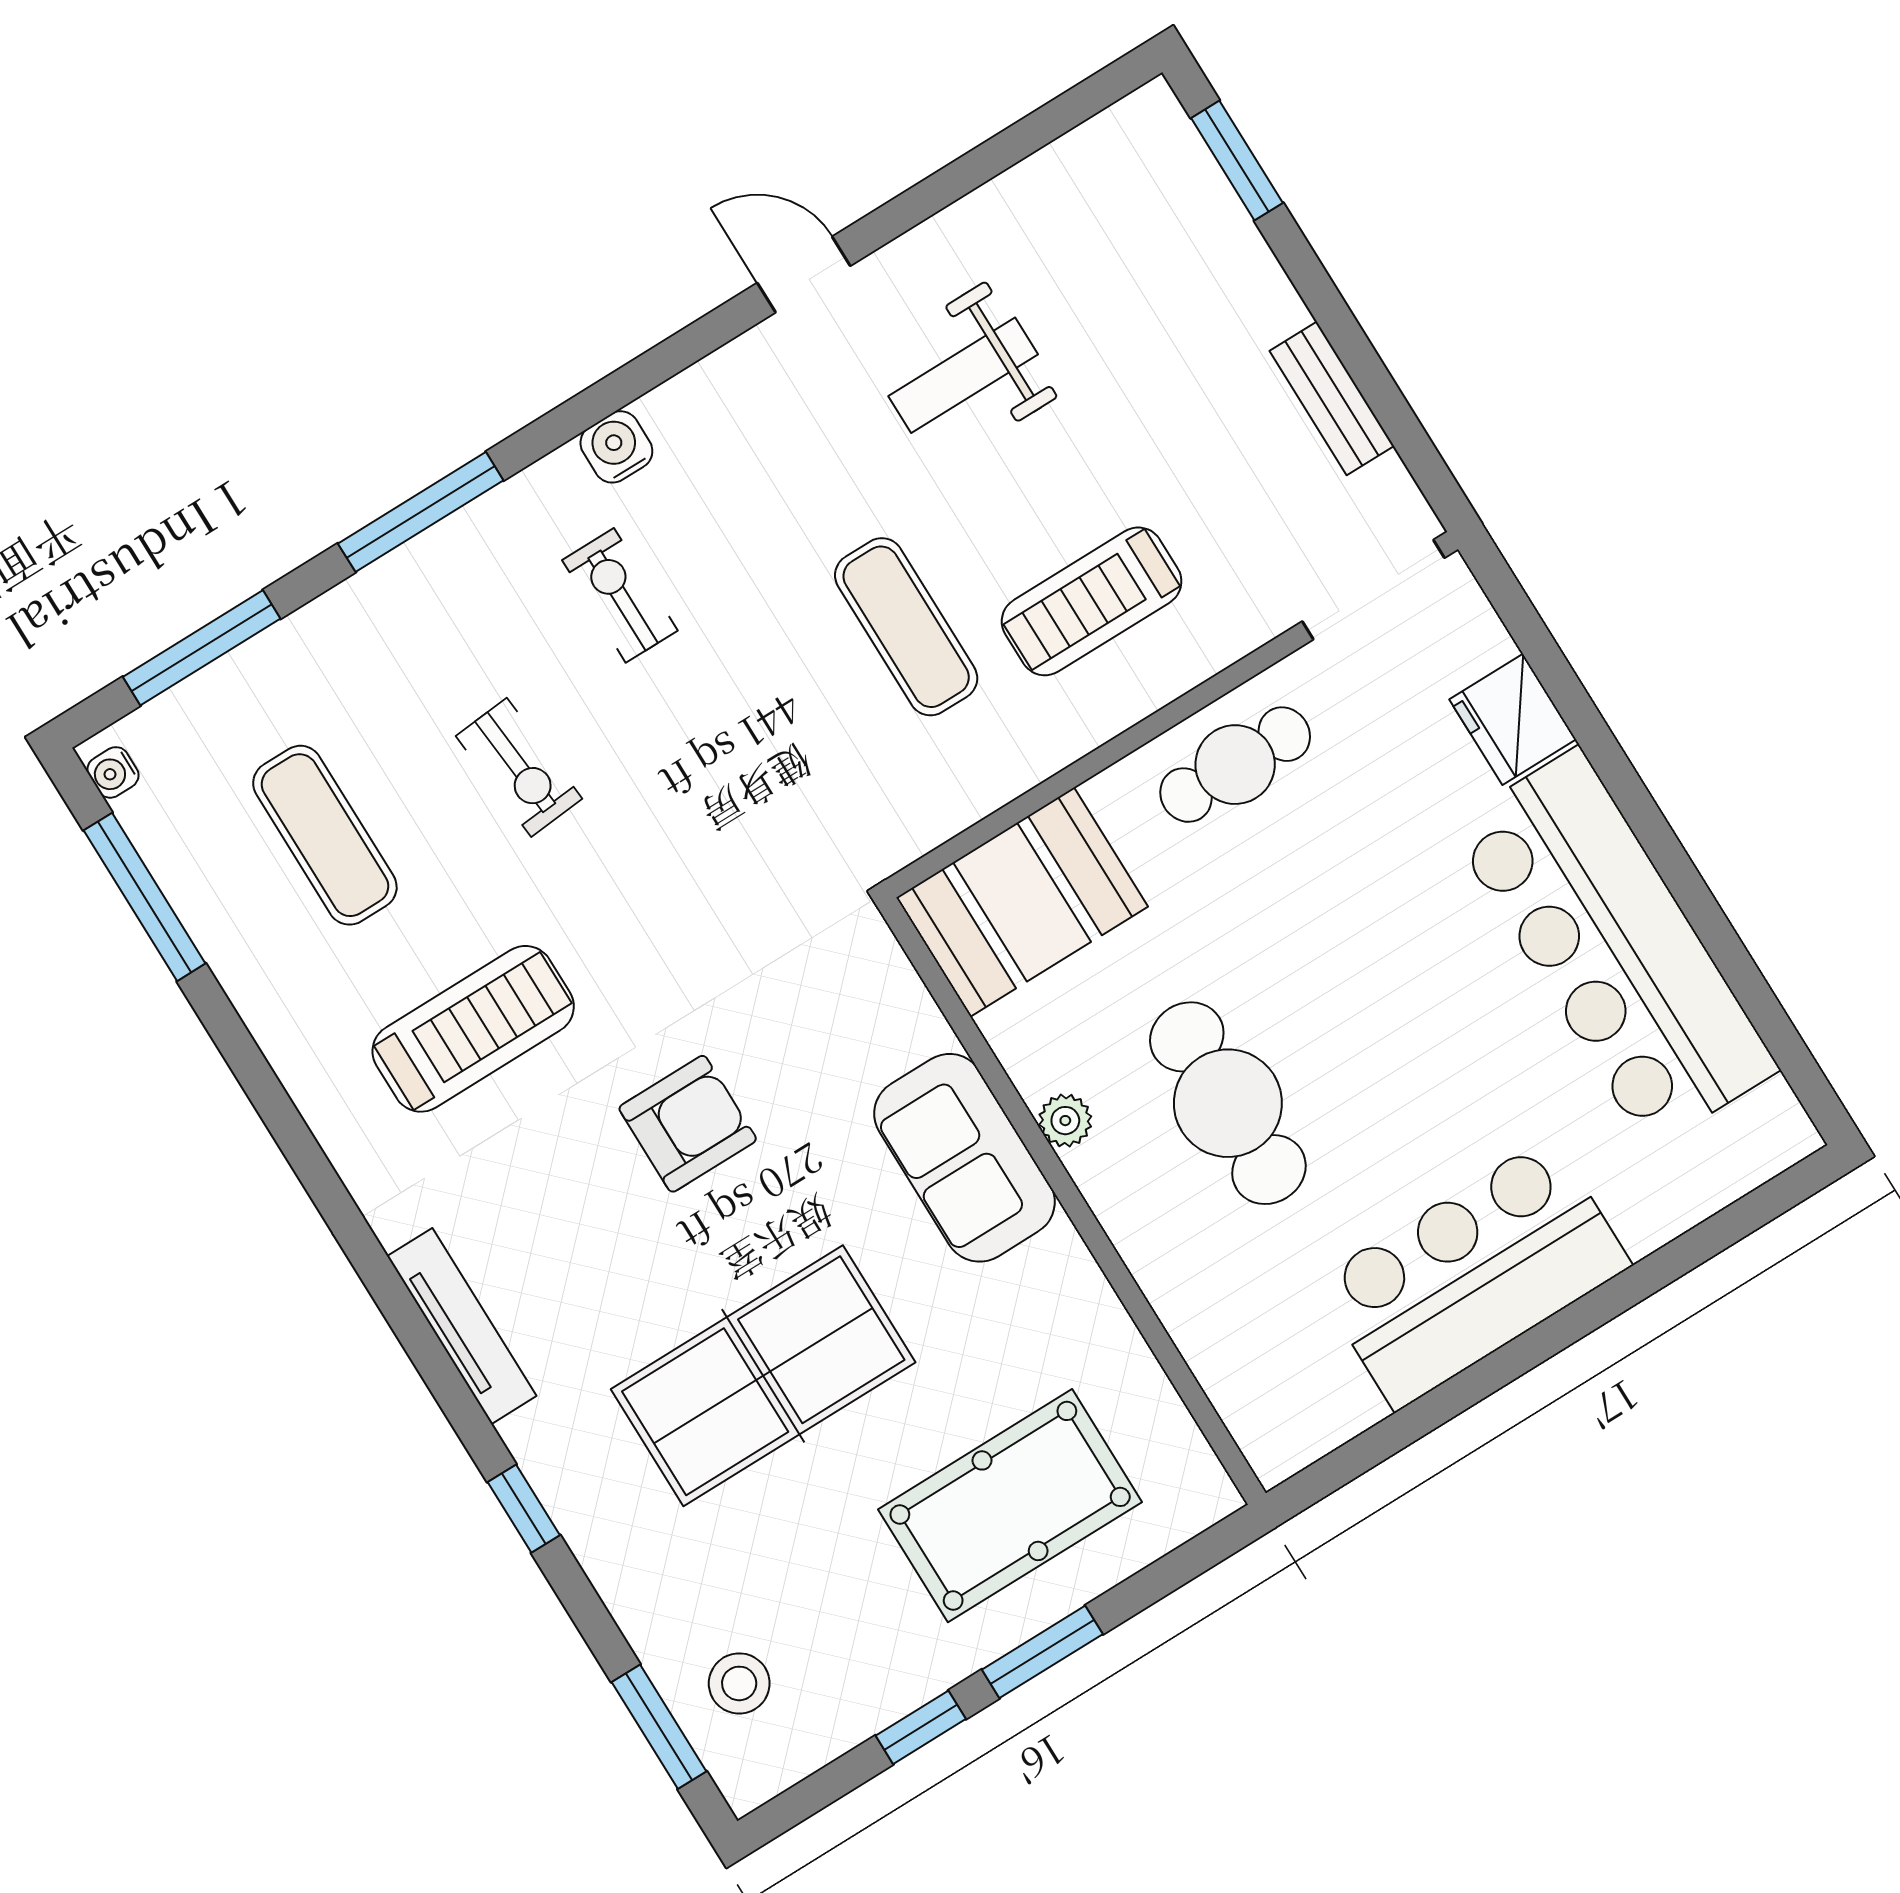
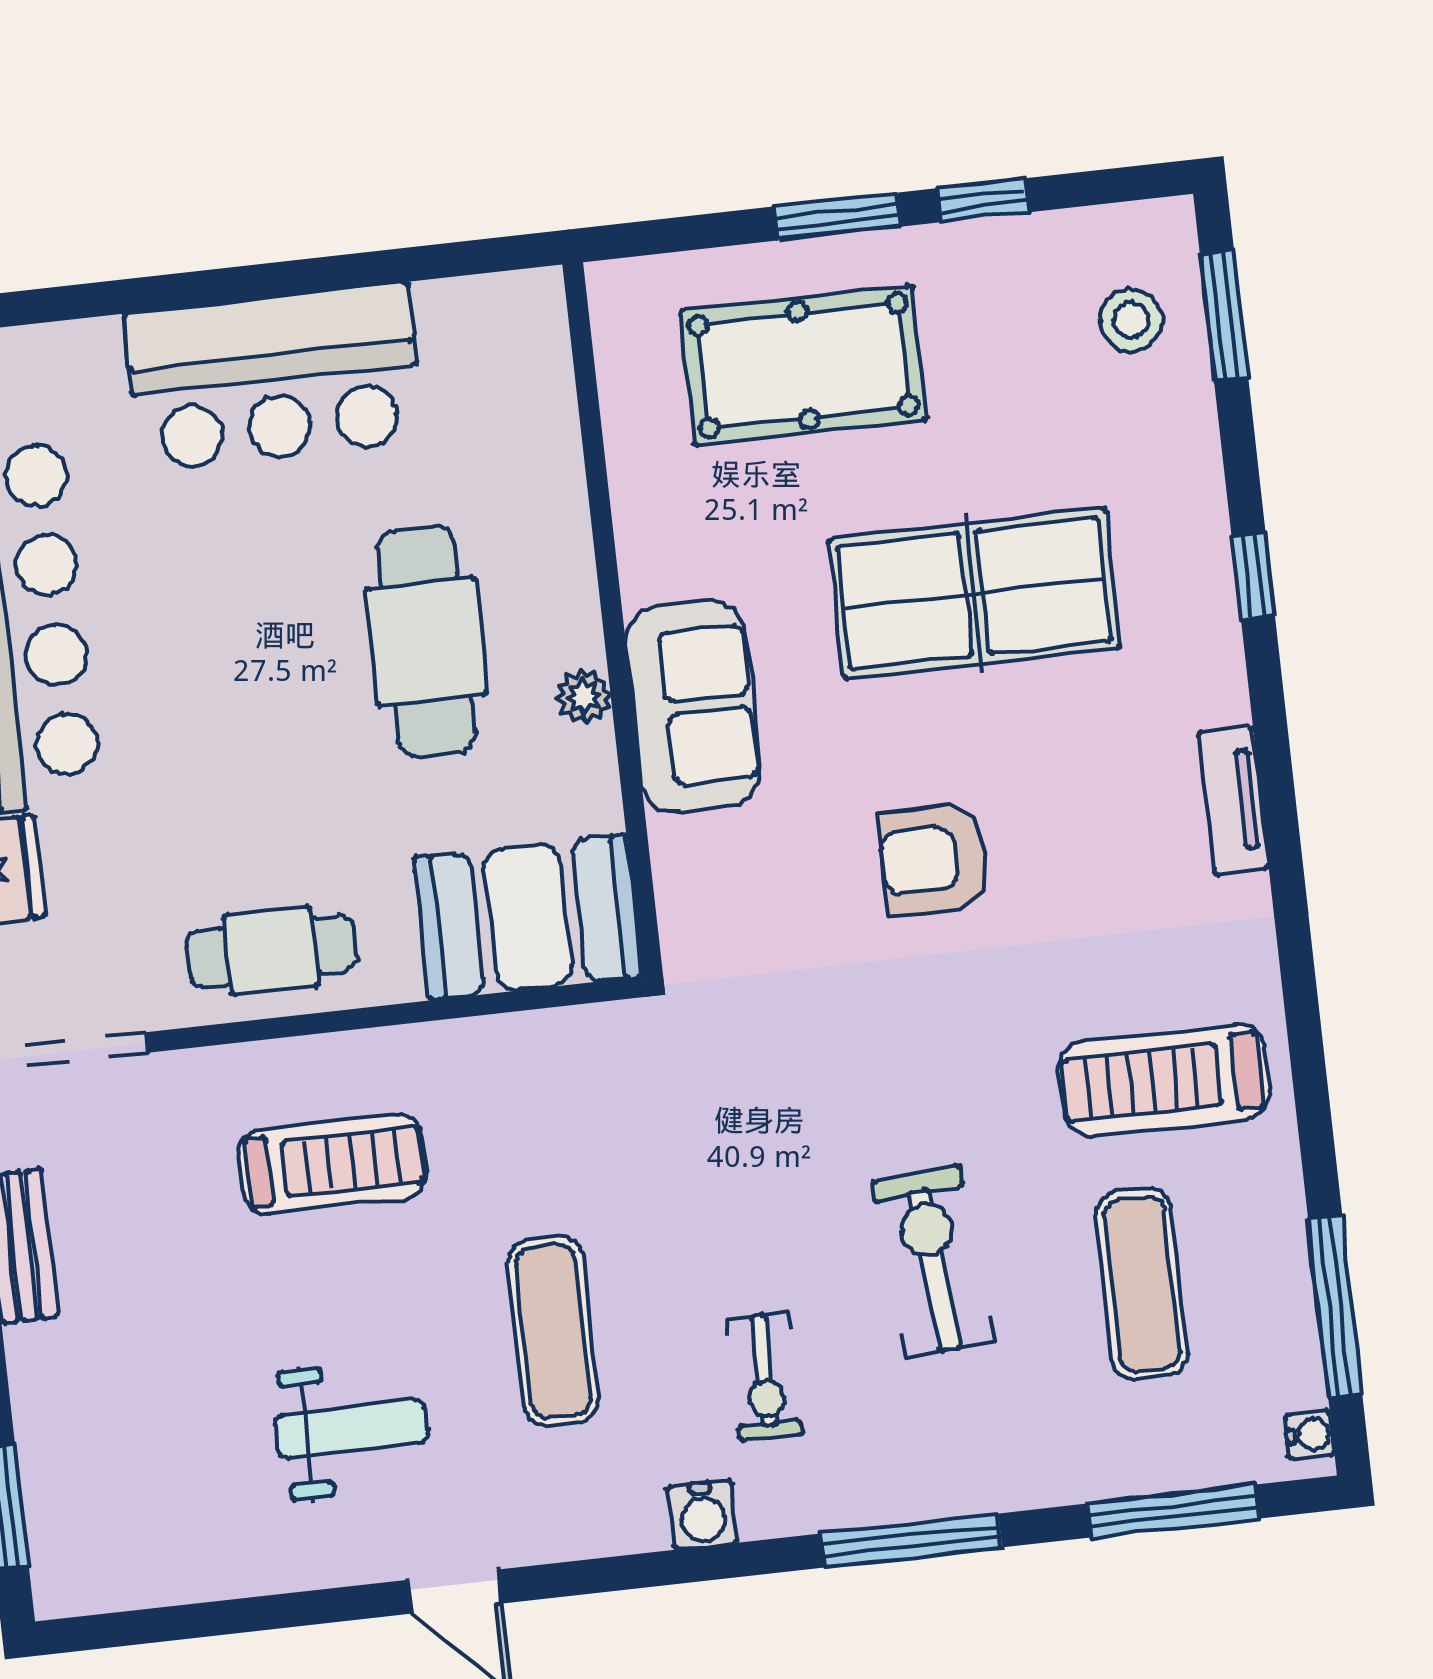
exercise mat: (906, 627) -> (553, 1331), moved
exercise bike: (519, 767) -> (933, 1262), width x1.38, depth x1.39
treadmill: (473, 1029) -> (1164, 1080), moved
tv unit: (462, 1326) -> (1234, 801), width x0.71

